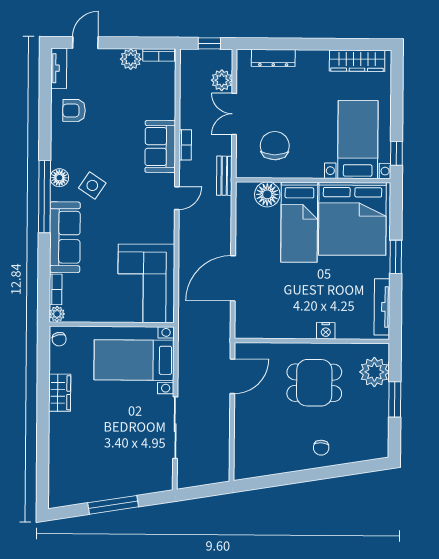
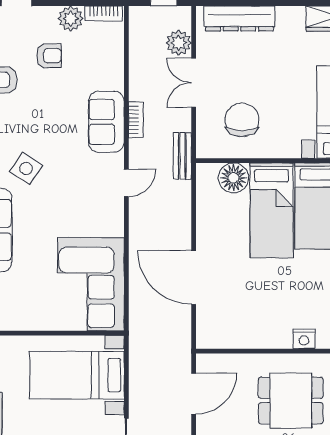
dresser: (273, 58) -> (239, 19), width x1.37, depth x1.24
armchair: (112, 90) -> (49, 56), added
door: (233, 278) -> (194, 277), hinge flipped

